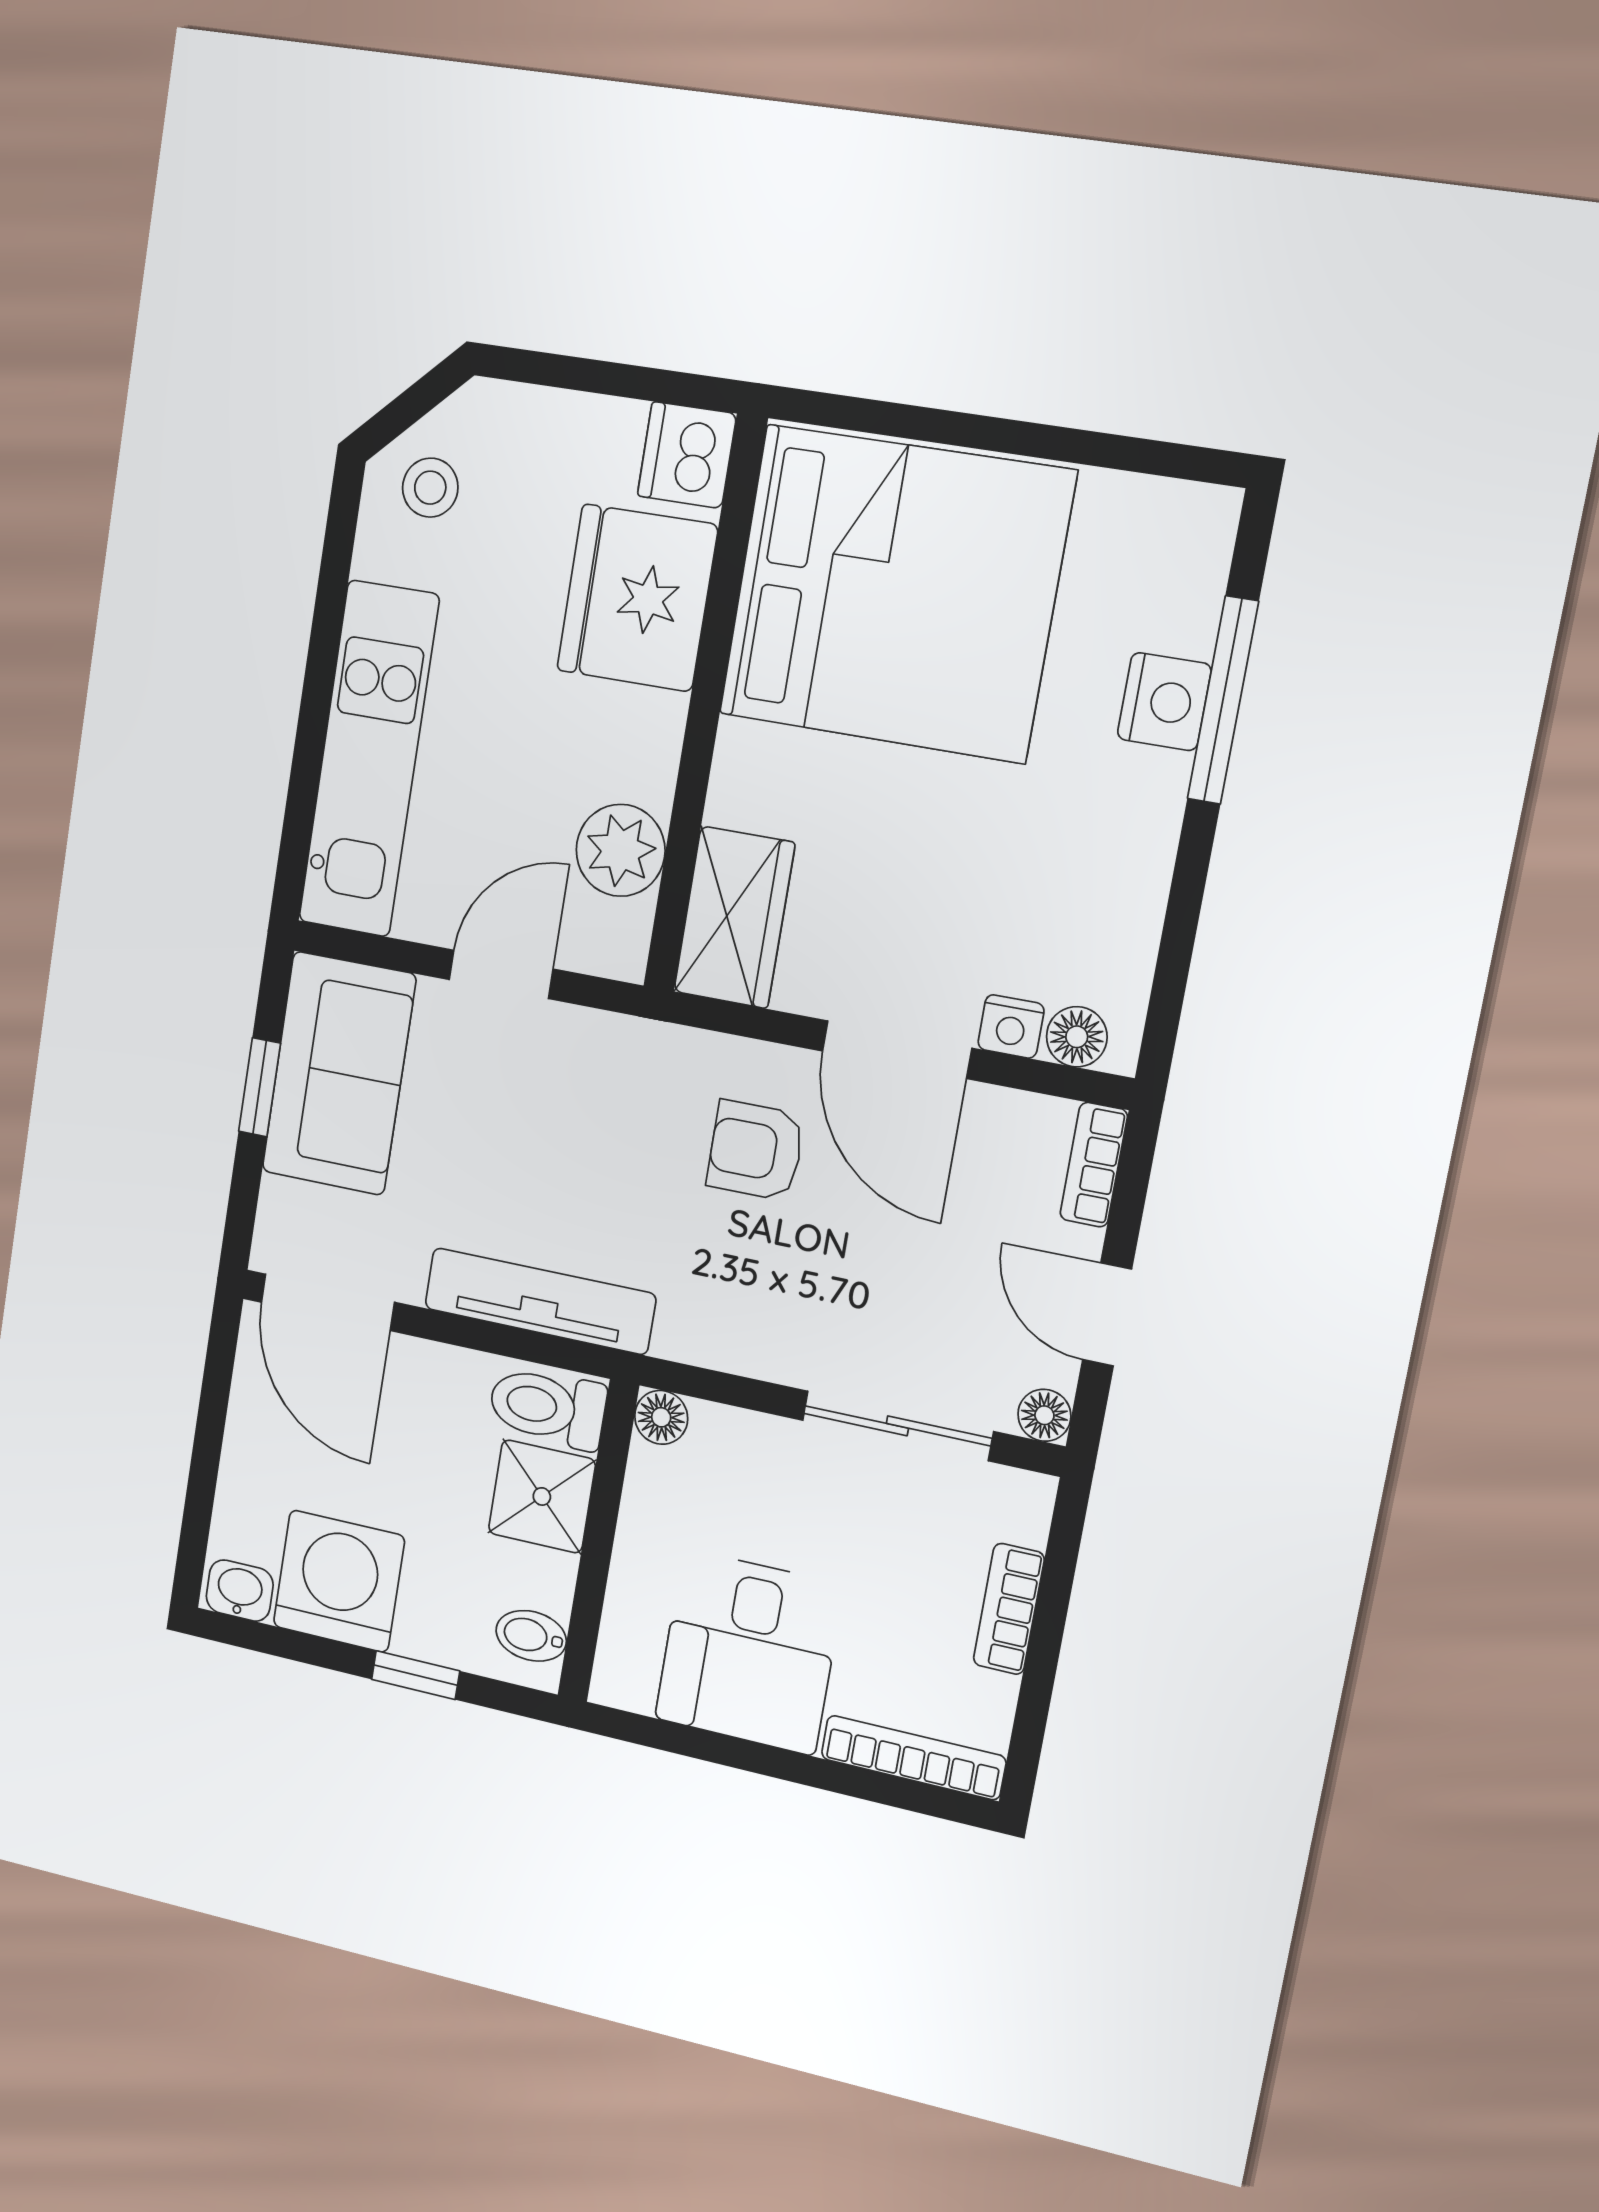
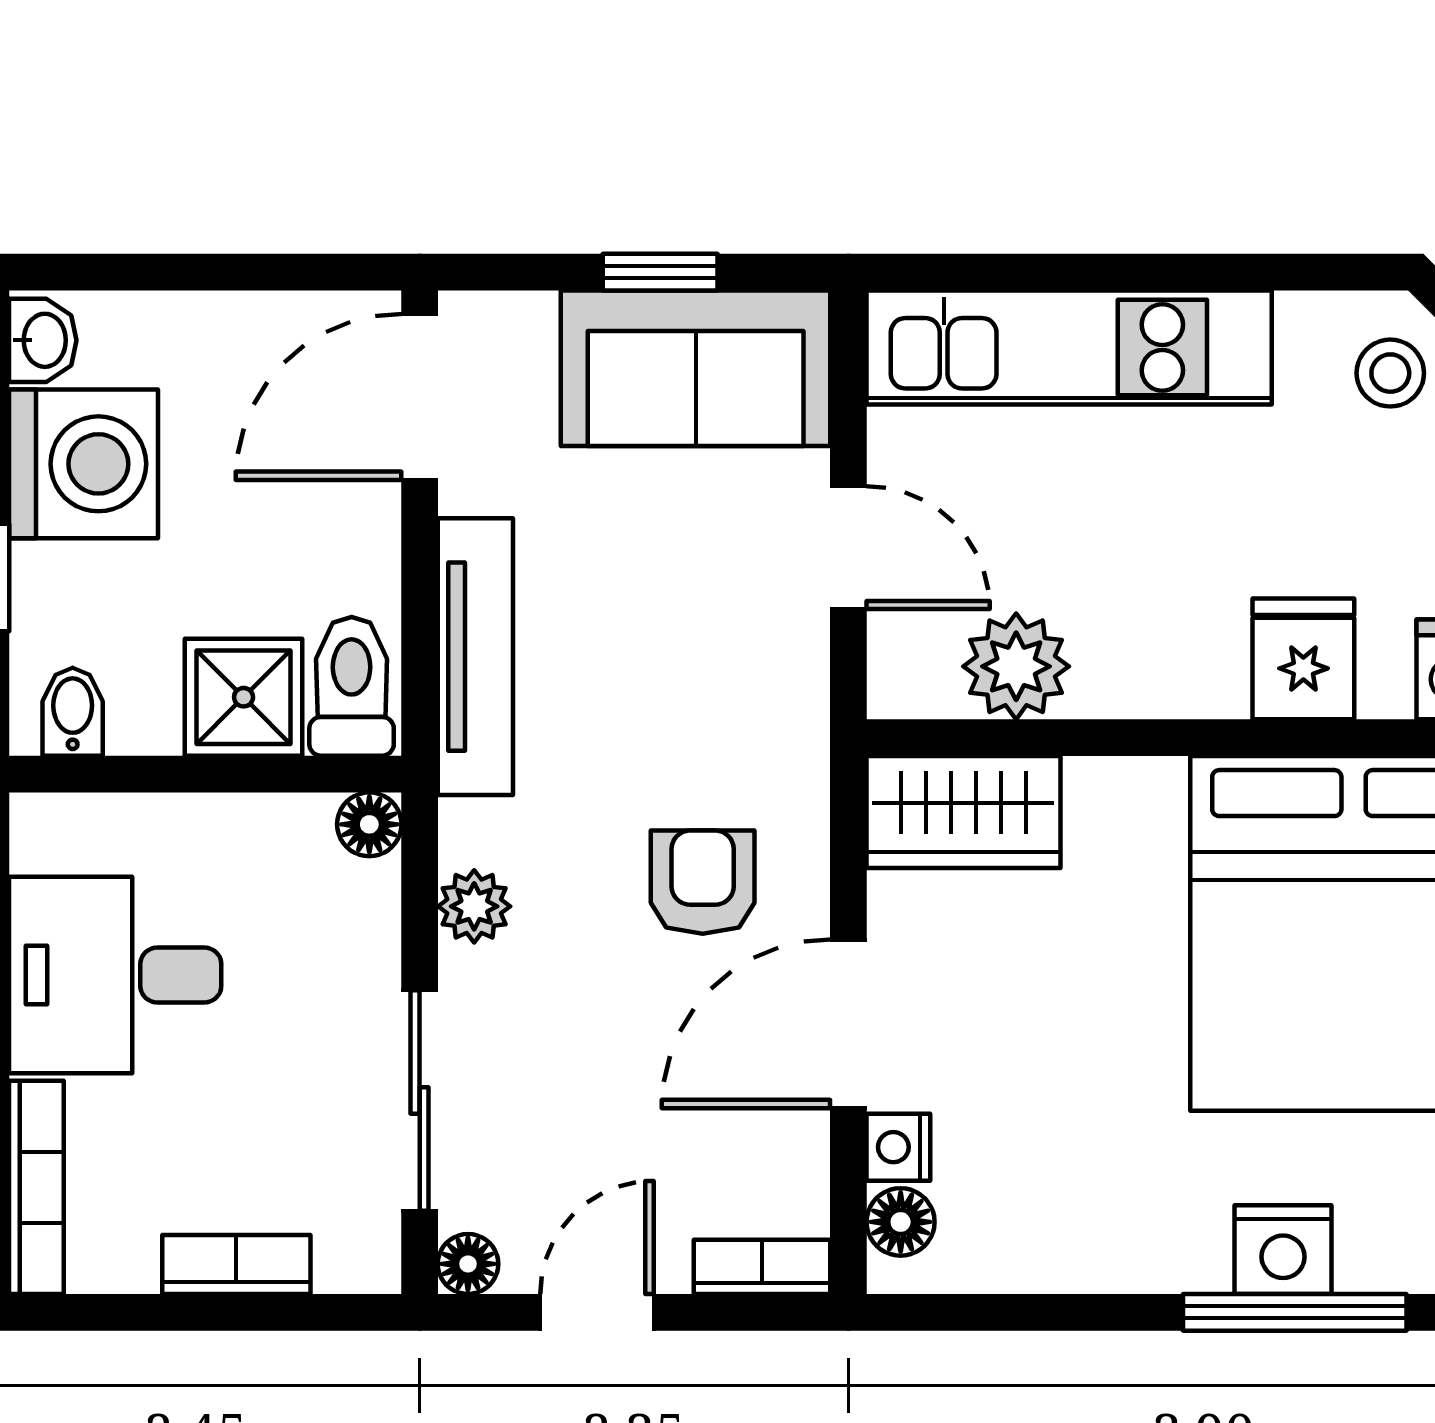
fridge: (637, 598) -> (1303, 659), width x0.53, depth x0.75
plant: (743, 1346) -> (474, 906), added

